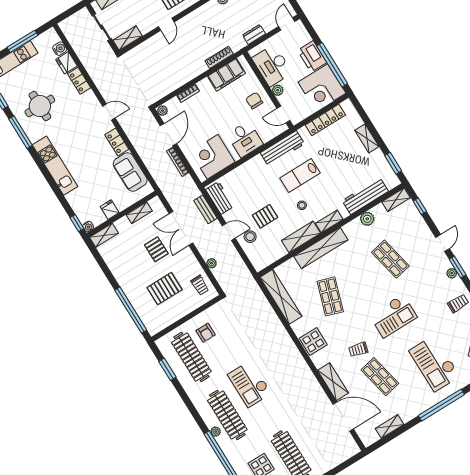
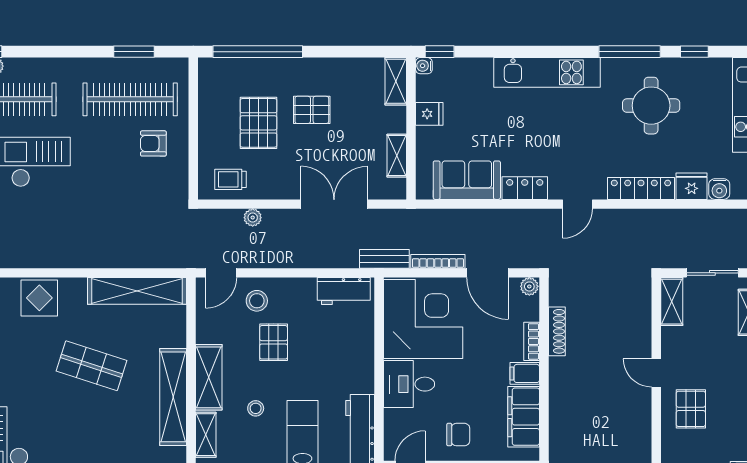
shoe rack: (219, 57) -> (557, 331), moved
locker: (79, 81) -> (641, 188), width x1.53
filing cabinet: (205, 87) -> (525, 373), added
corner desk: (213, 157) -> (423, 319), width x1.36, depth x1.36
bench: (205, 209) -> (384, 259), moved
door: (229, 232) -> (221, 273), moved
pallet: (156, 249) -> (312, 110), moved

